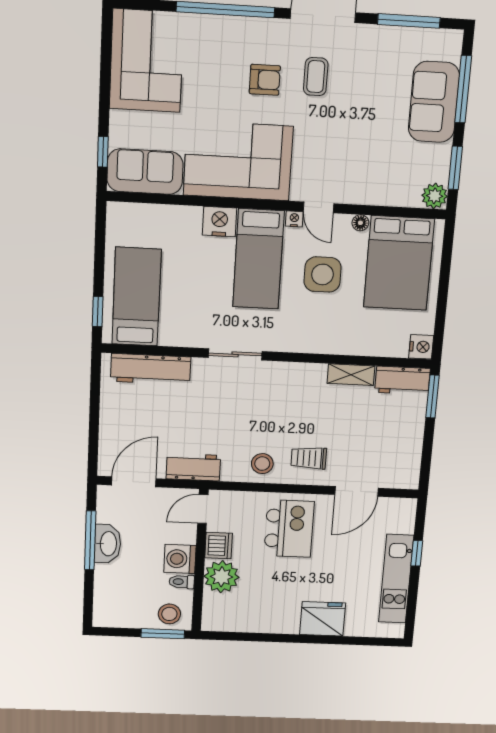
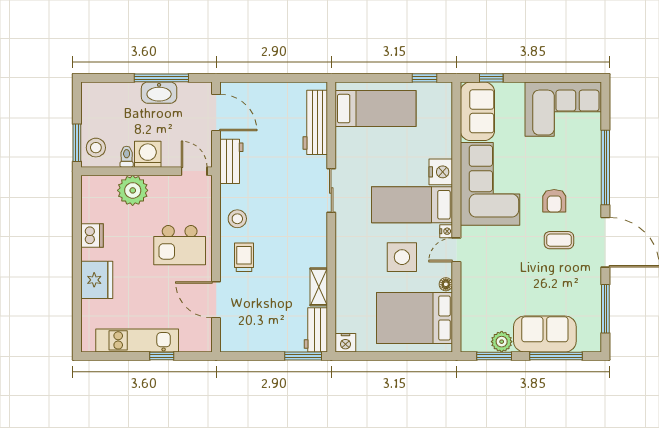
plant: (435, 196) -> (502, 342), moved
window: (98, 312) -> (425, 78), moved
dishwasher: (219, 546) -> (92, 236), moved, turned -90

